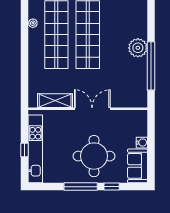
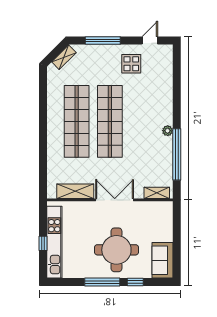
plant: (33, 23) -> (52, 109), removed
plant: (138, 48) -> (168, 131), width x0.53, depth x0.53
shelving: (132, 102) -> (157, 193), added
water cooler: (142, 143) -> (167, 236), removed

